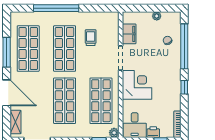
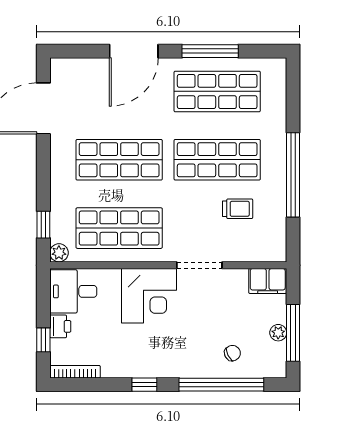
window: (56, 8) -> (293, 175), moved
window: (157, 8) -> (293, 333), added
filing cabinet: (129, 34) -> (268, 281), moved
shelving: (15, 122) -> (79, 68), removed

